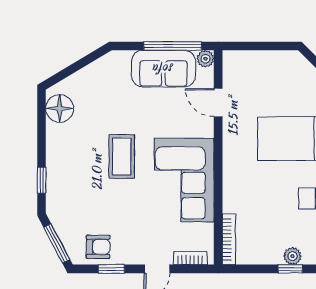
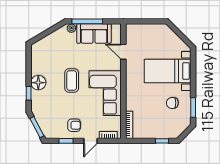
window: (173, 46) -> (87, 21), moved
plant: (205, 59) -> (71, 28), moved
floor lamp: (60, 108) -> (38, 83), moved
armchair: (98, 247) -> (74, 125), moved
plant: (293, 256) -> (163, 134), removed

